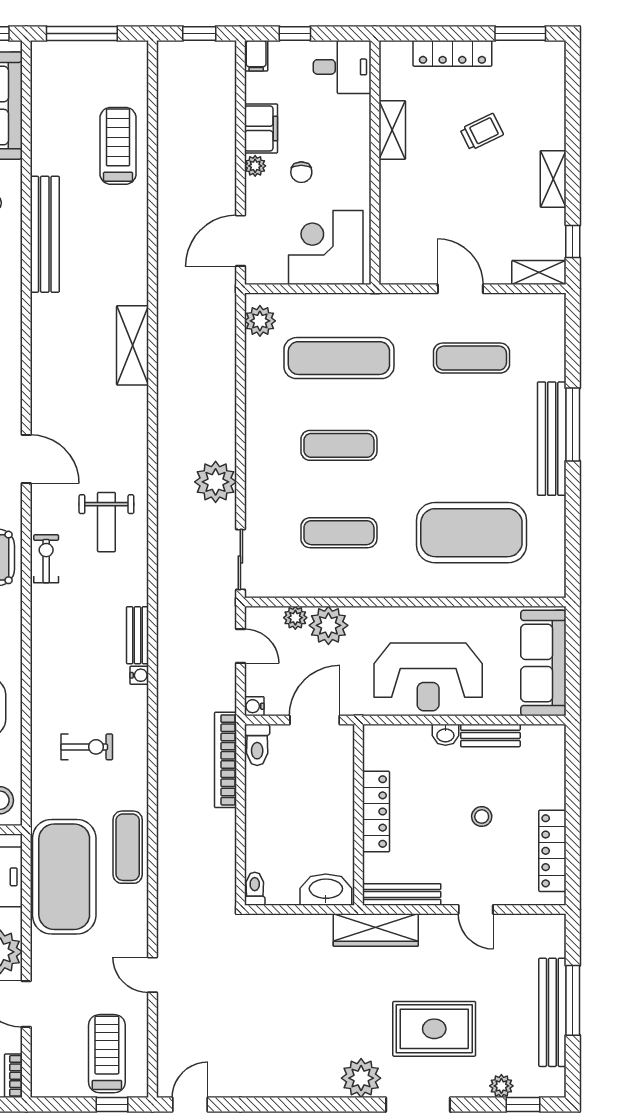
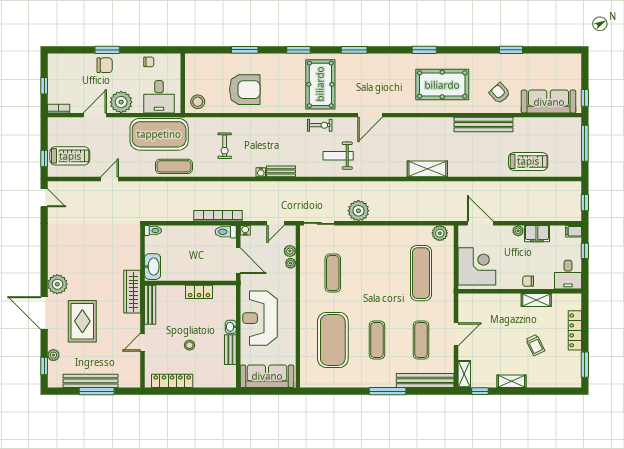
chair: (301, 172) -> (528, 281), moved
bench: (552, 439) -> (425, 381), moved
exercise mat: (339, 445) -> (377, 340), moved
plant: (328, 625) -> (291, 263), width x0.53, depth x0.53
locker: (376, 812) -> (199, 292), width x0.66

